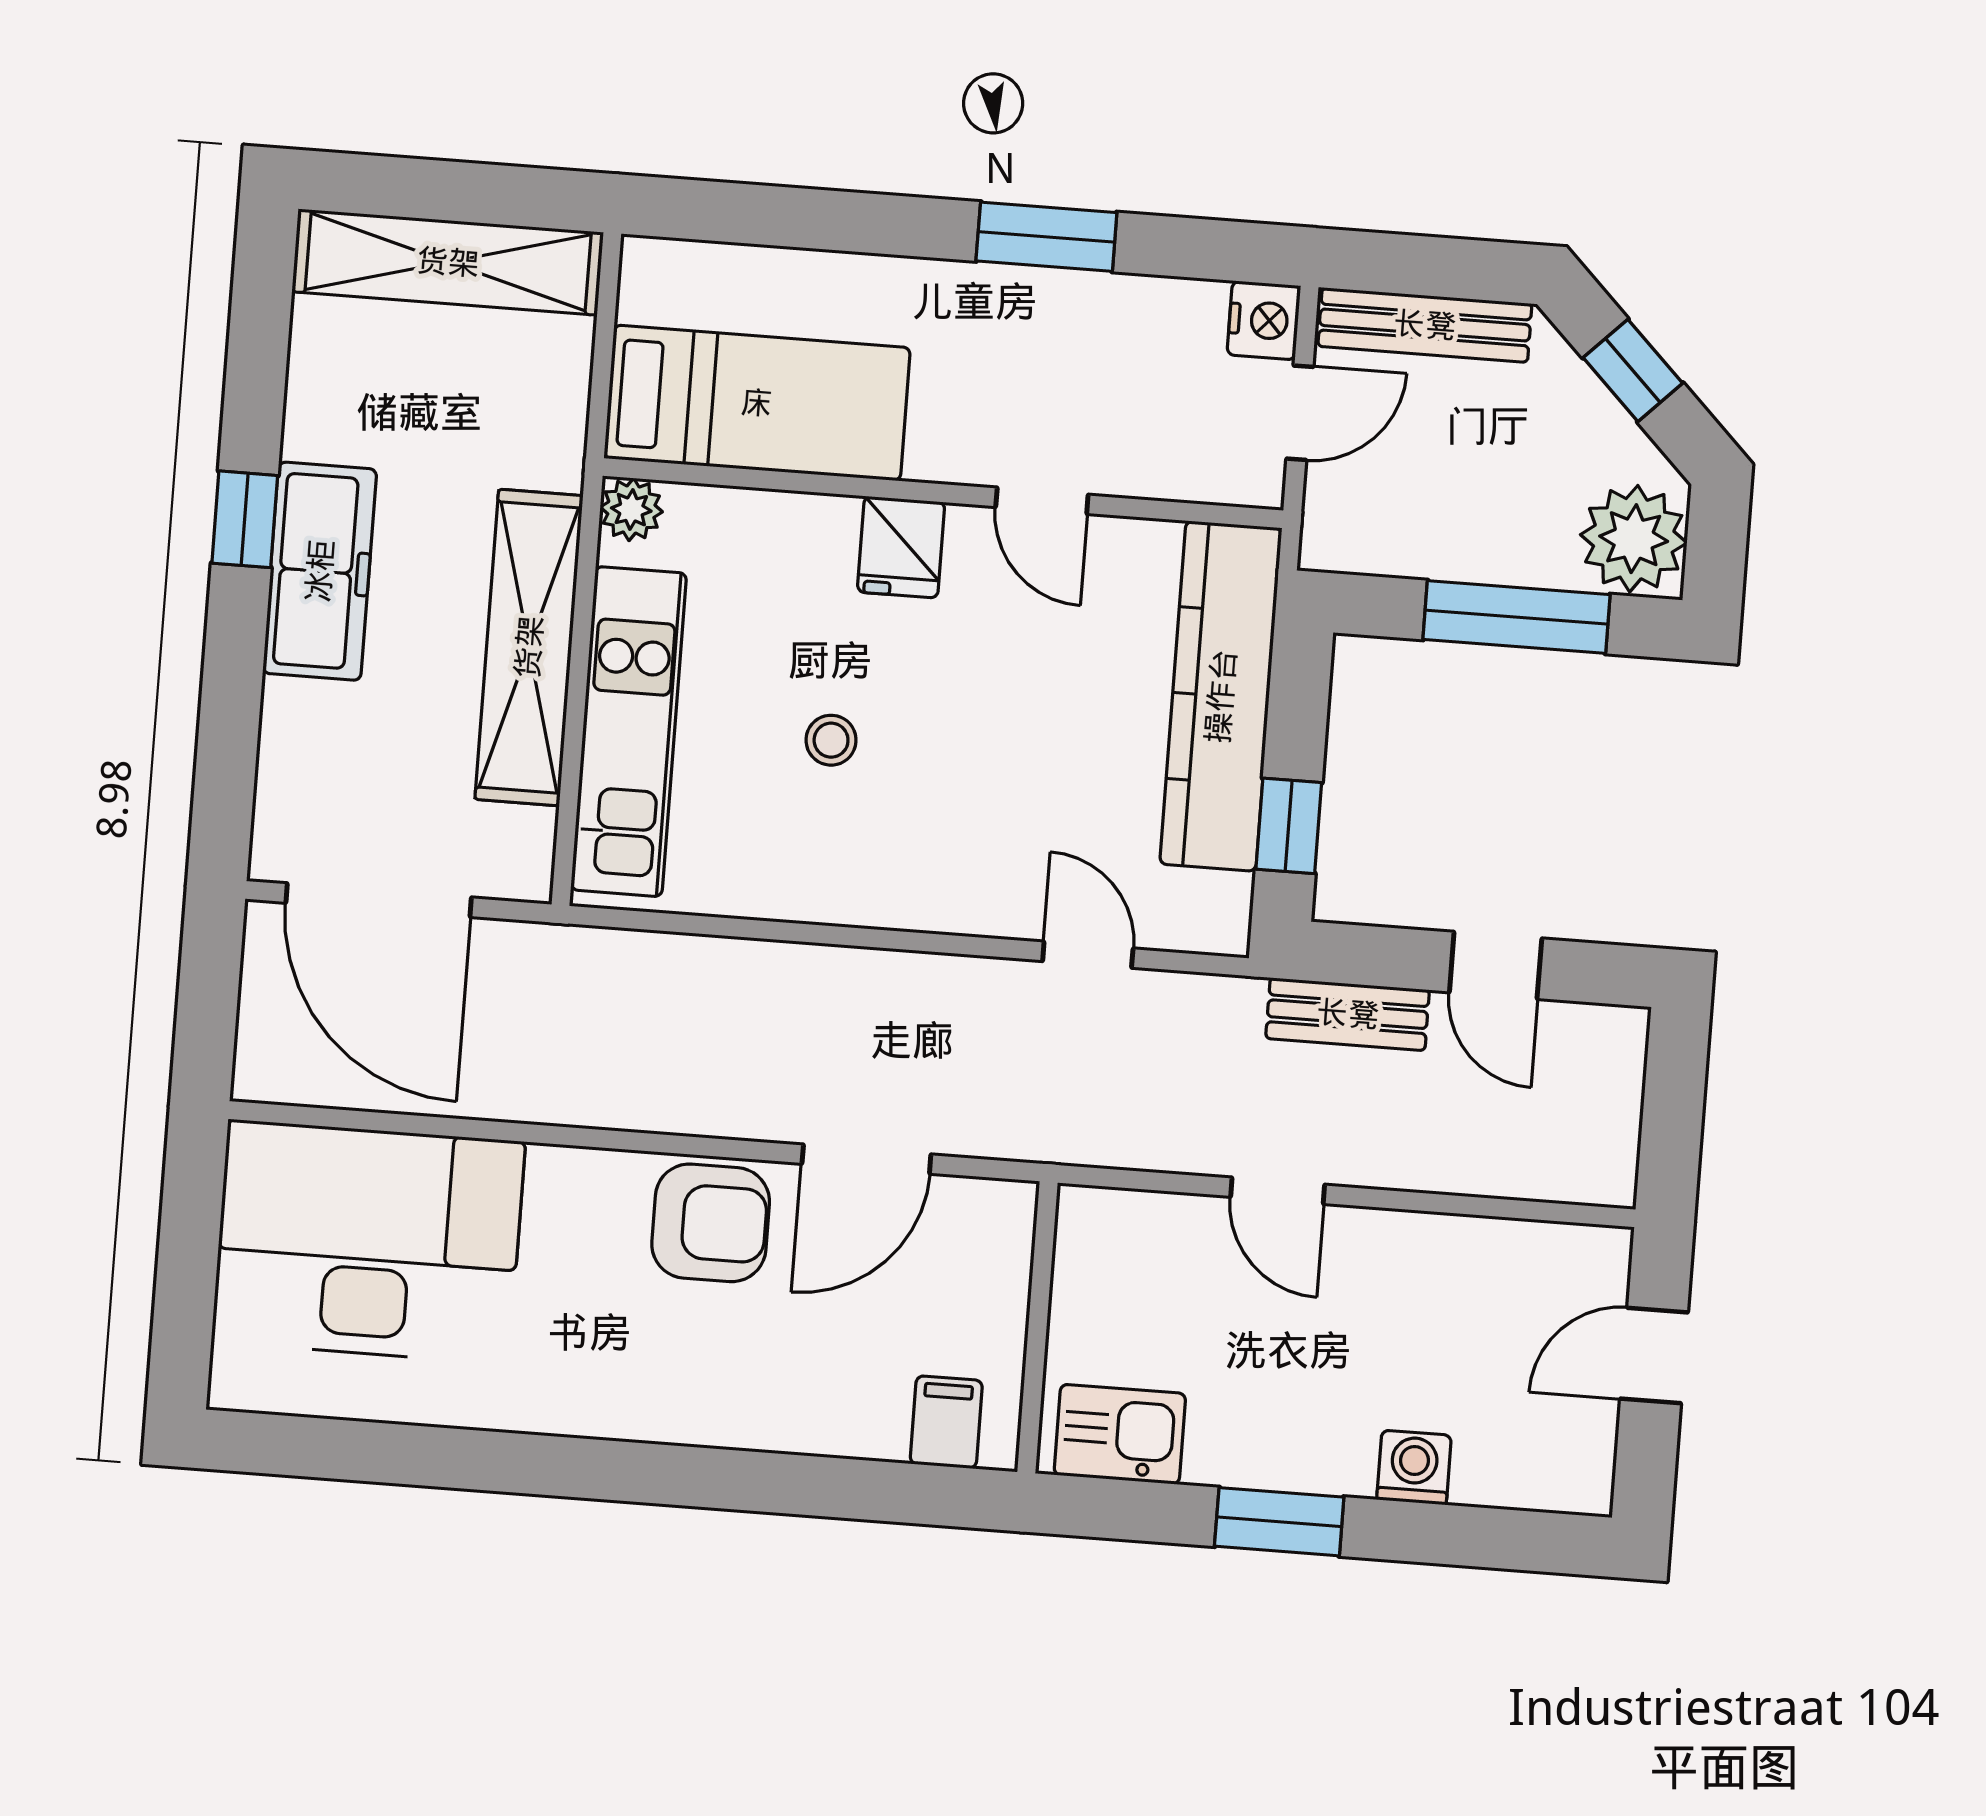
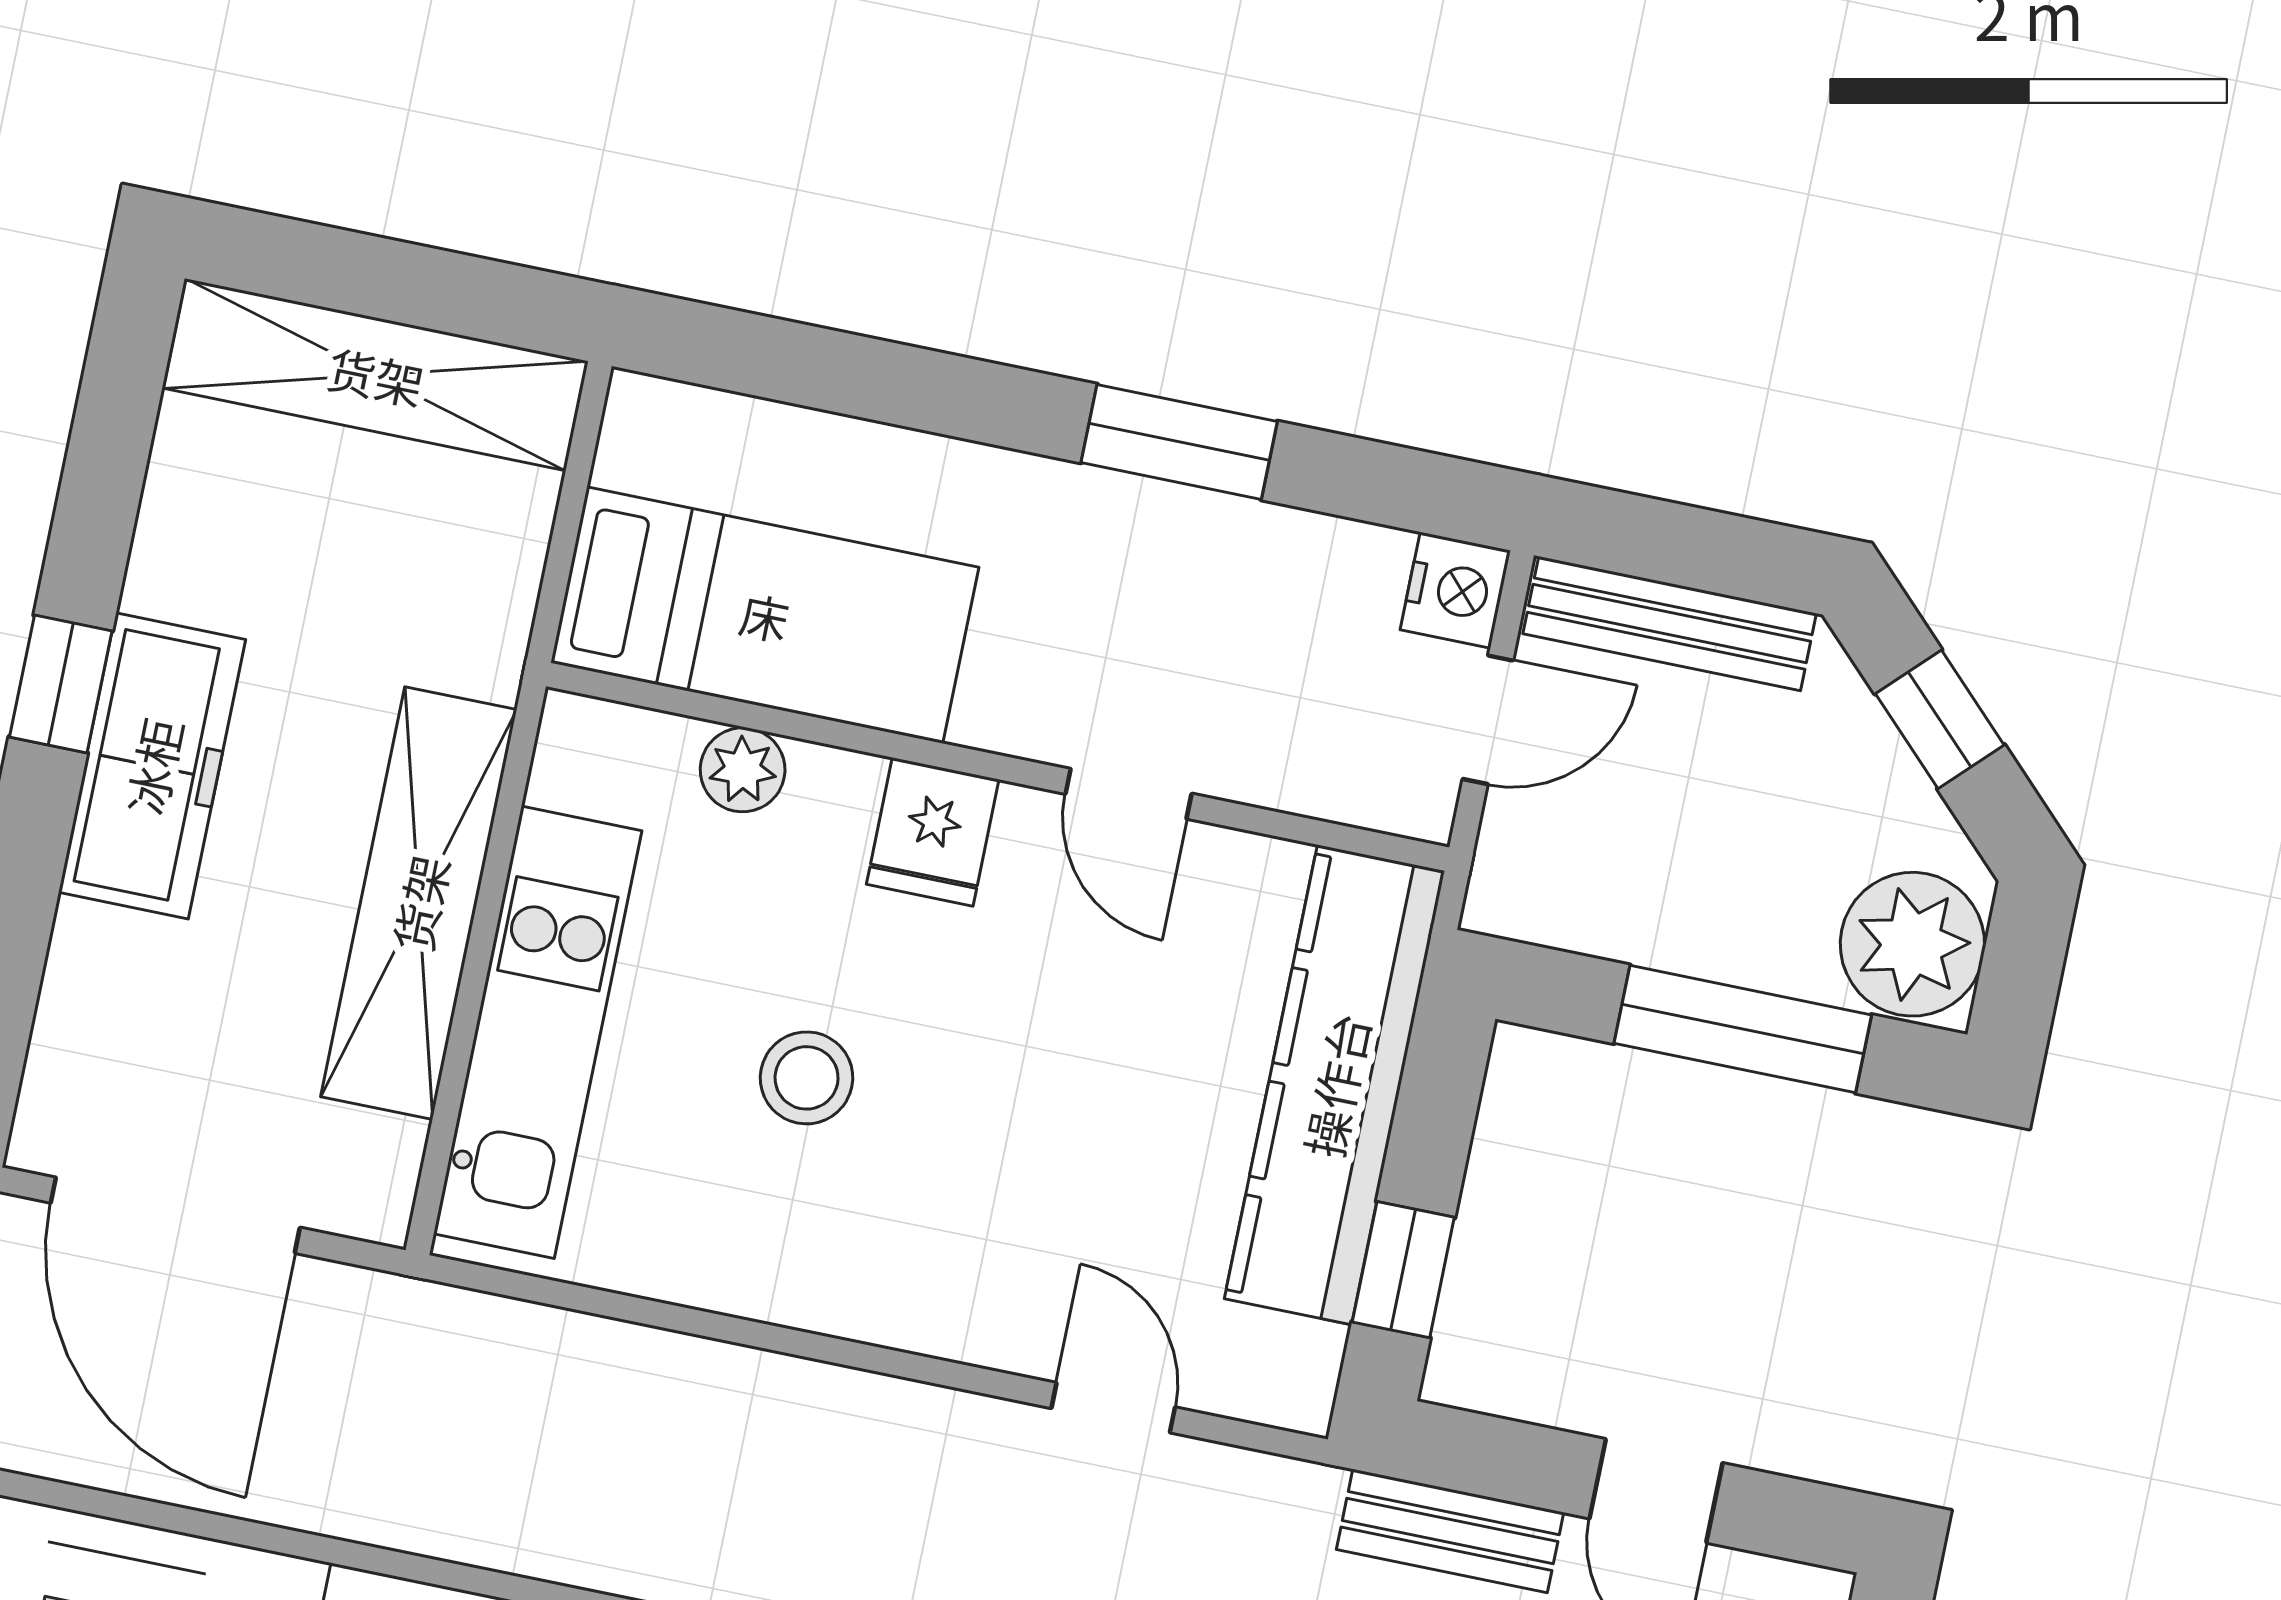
plant: (631, 510) -> (743, 770), moved
stool: (831, 740) -> (807, 1078), width x1.37, depth x1.37

